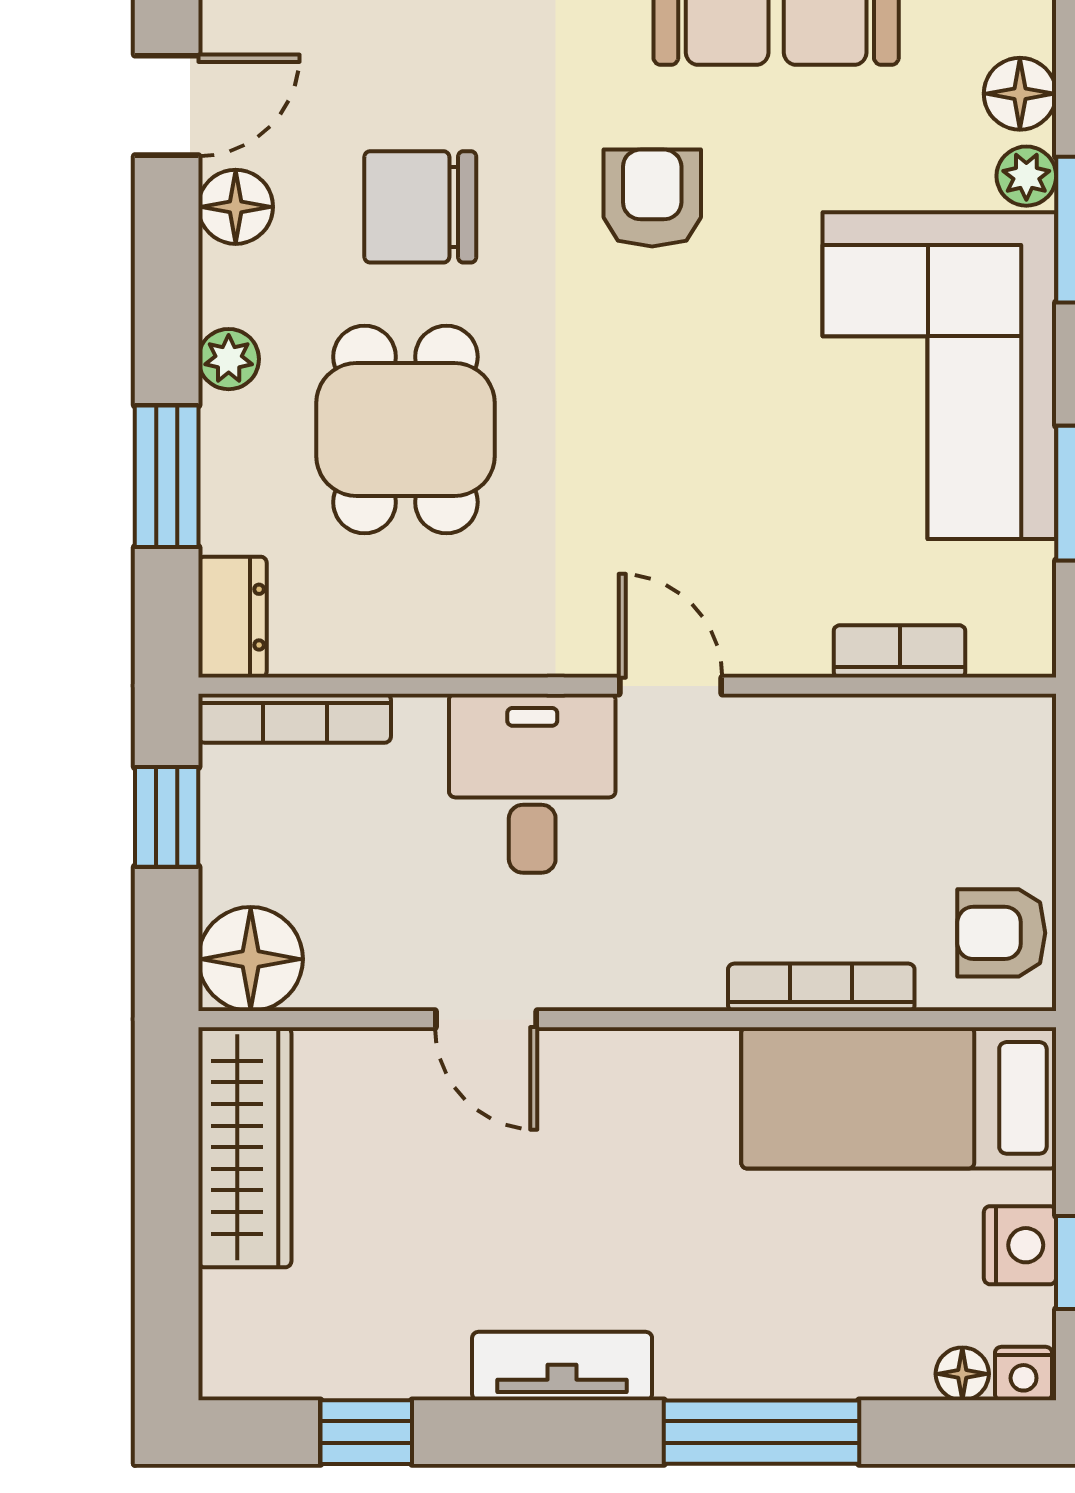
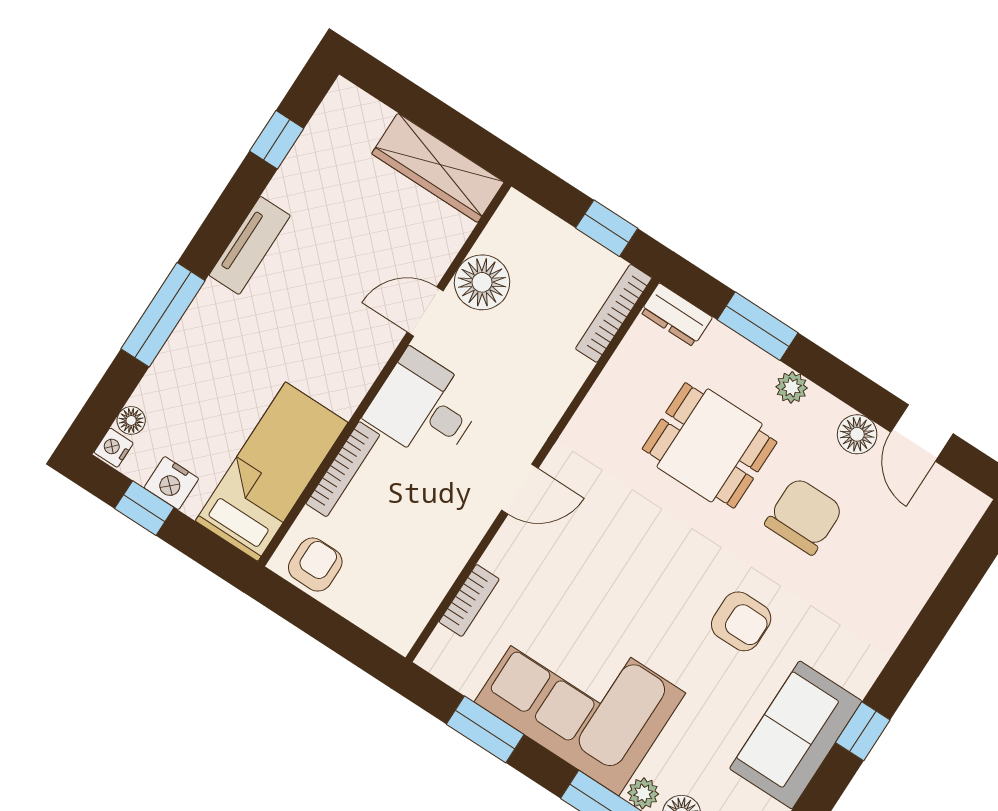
desk: (532, 783) -> (425, 407), moved, turned 180
floor lamp: (251, 959) -> (482, 282), moved

